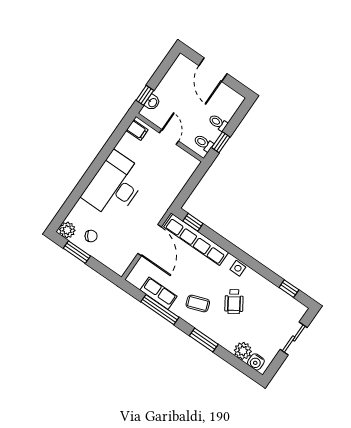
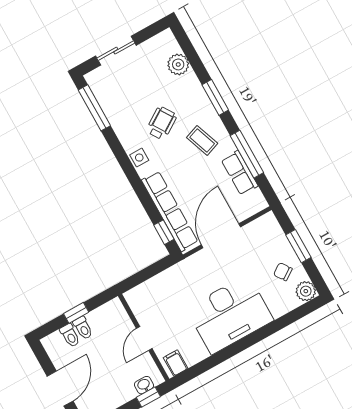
window: (221, 142) -> (76, 313), moved
toilet: (203, 143) -> (70, 335), moved
window: (77, 252) -> (298, 246), moved
window: (289, 289) -> (94, 108), width x2.17
water cooler: (256, 362) -> (170, 45), removed

